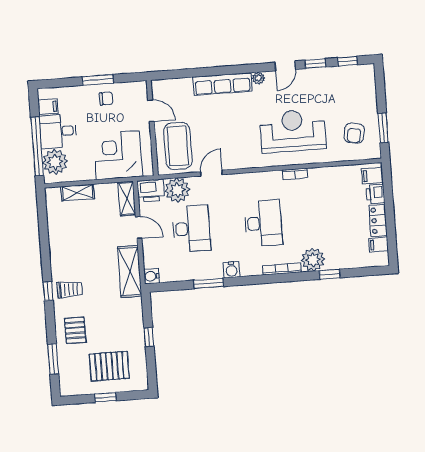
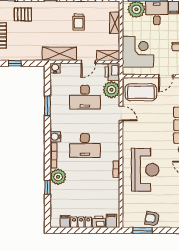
armchair: (354, 133) -> (152, 219), moved
water cooler: (232, 270) -> (55, 137), moved
trolley: (70, 289) -> (79, 22), moved

